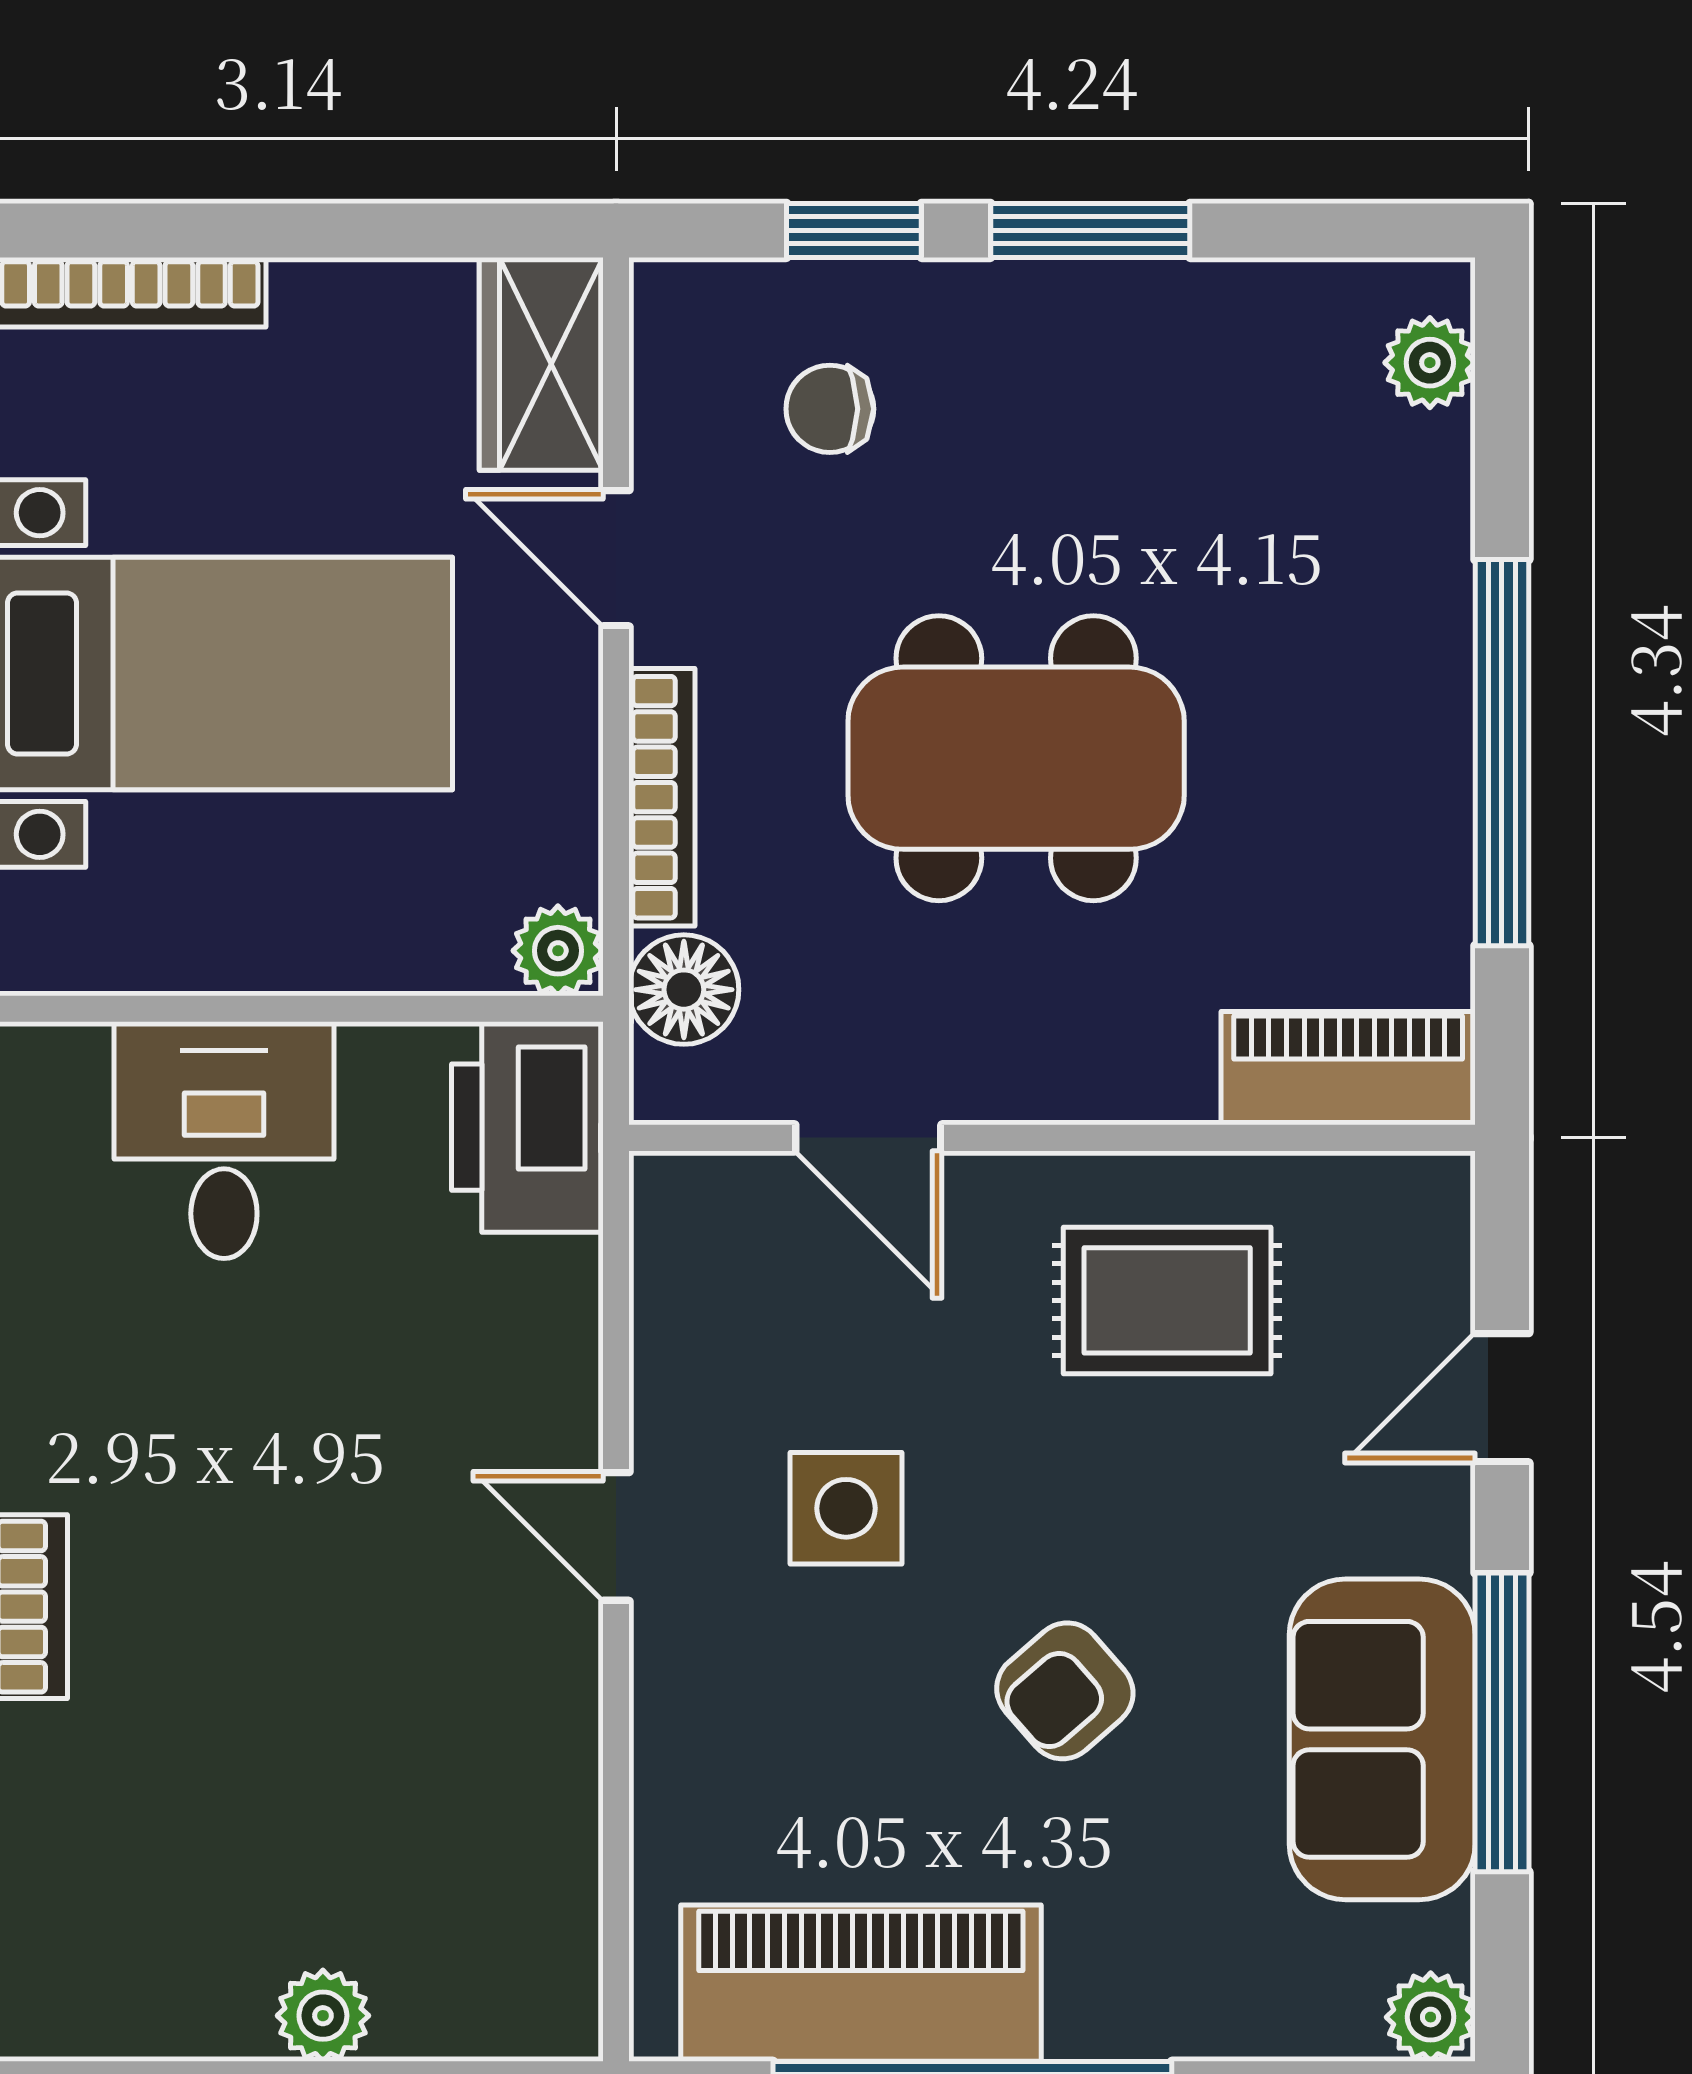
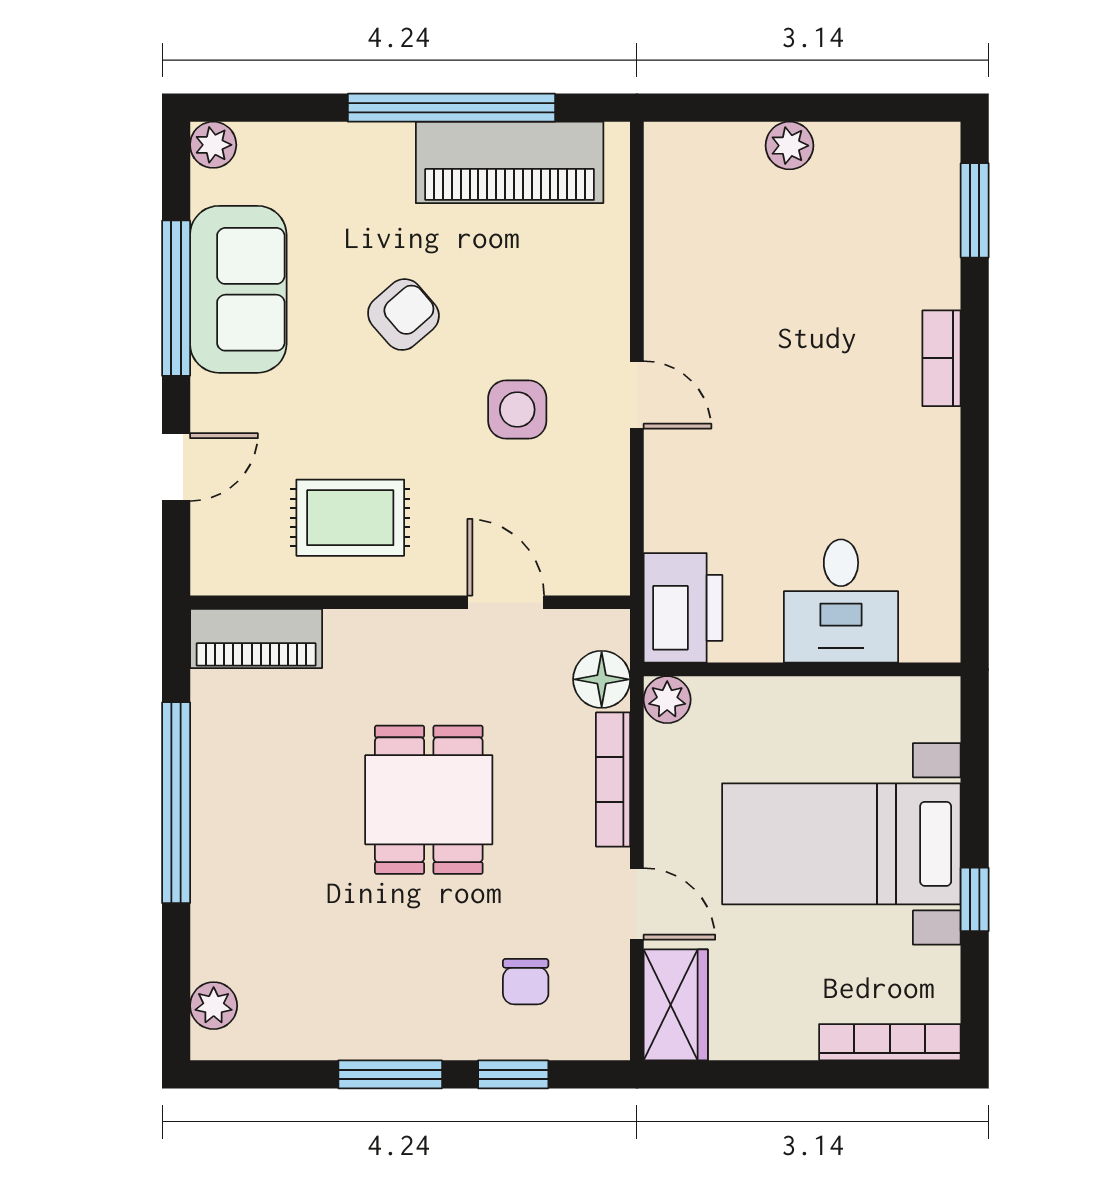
chair: (830, 409) -> (526, 982), turned 90
dining table: (1016, 758) -> (429, 800), width x0.73

